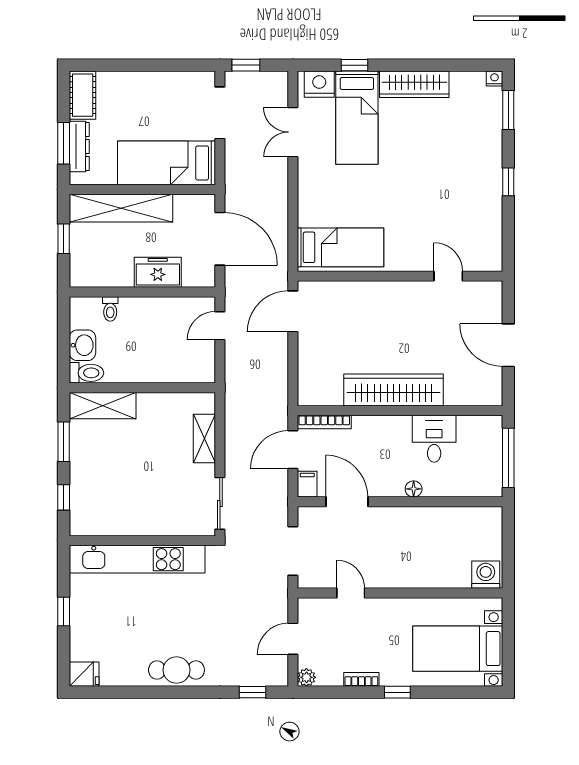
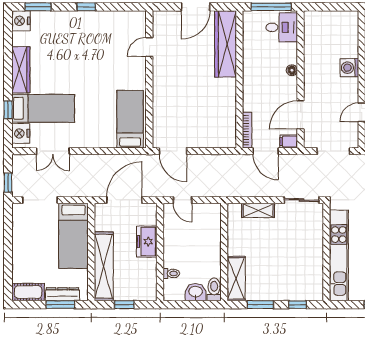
nightstand: (495, 79) -> (21, 21), width x1.89, depth x1.79
wardrobe: (393, 390) -> (226, 44), moved
desk: (434, 439) -> (282, 27), moved, turned 180
washing machine: (486, 575) -> (349, 68), moved

